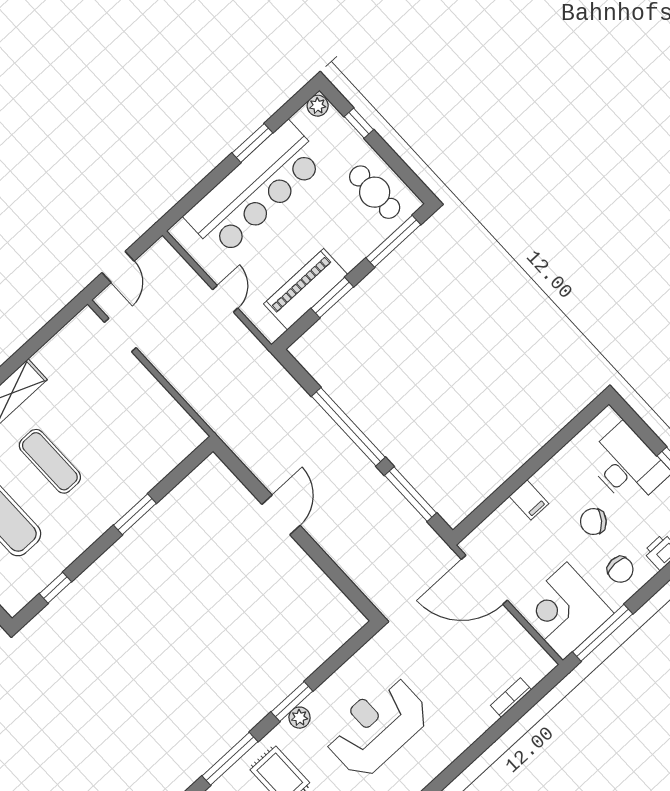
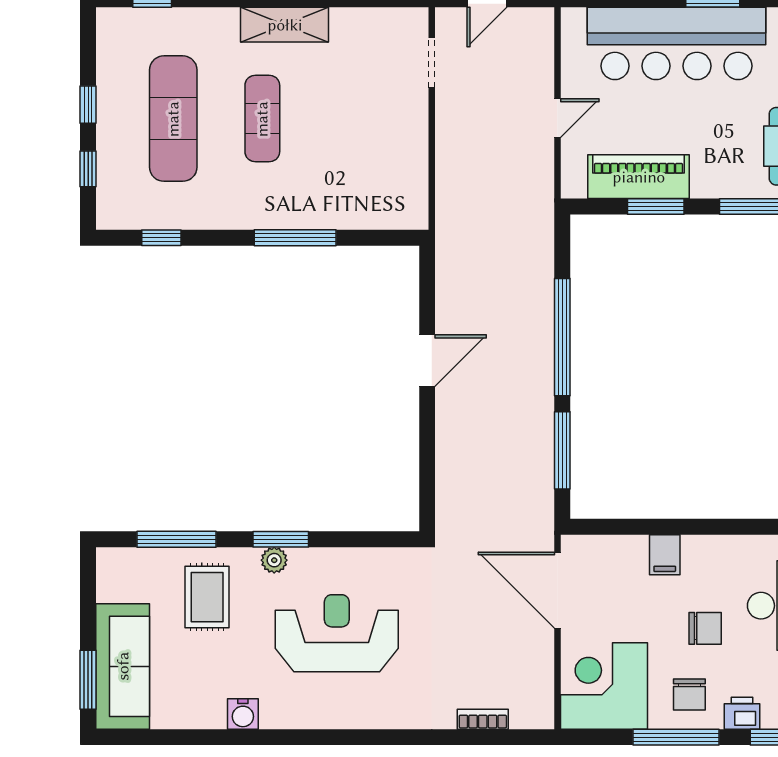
window: (135, 514) -> (295, 238), width x1.44
chair: (593, 522) -> (705, 628), turned 141
window: (603, 633) -> (676, 737), moved

